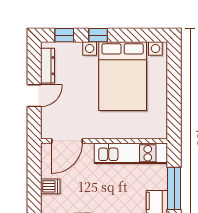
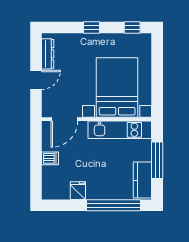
window: (64, 35) -> (132, 27), moved
bed with nightstands: (123, 76) -> (117, 88), moved, turned 180

